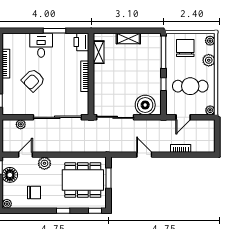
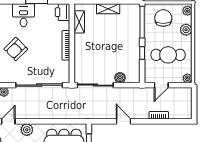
boiler: (145, 105) -> (120, 78), width x0.54, depth x0.54

